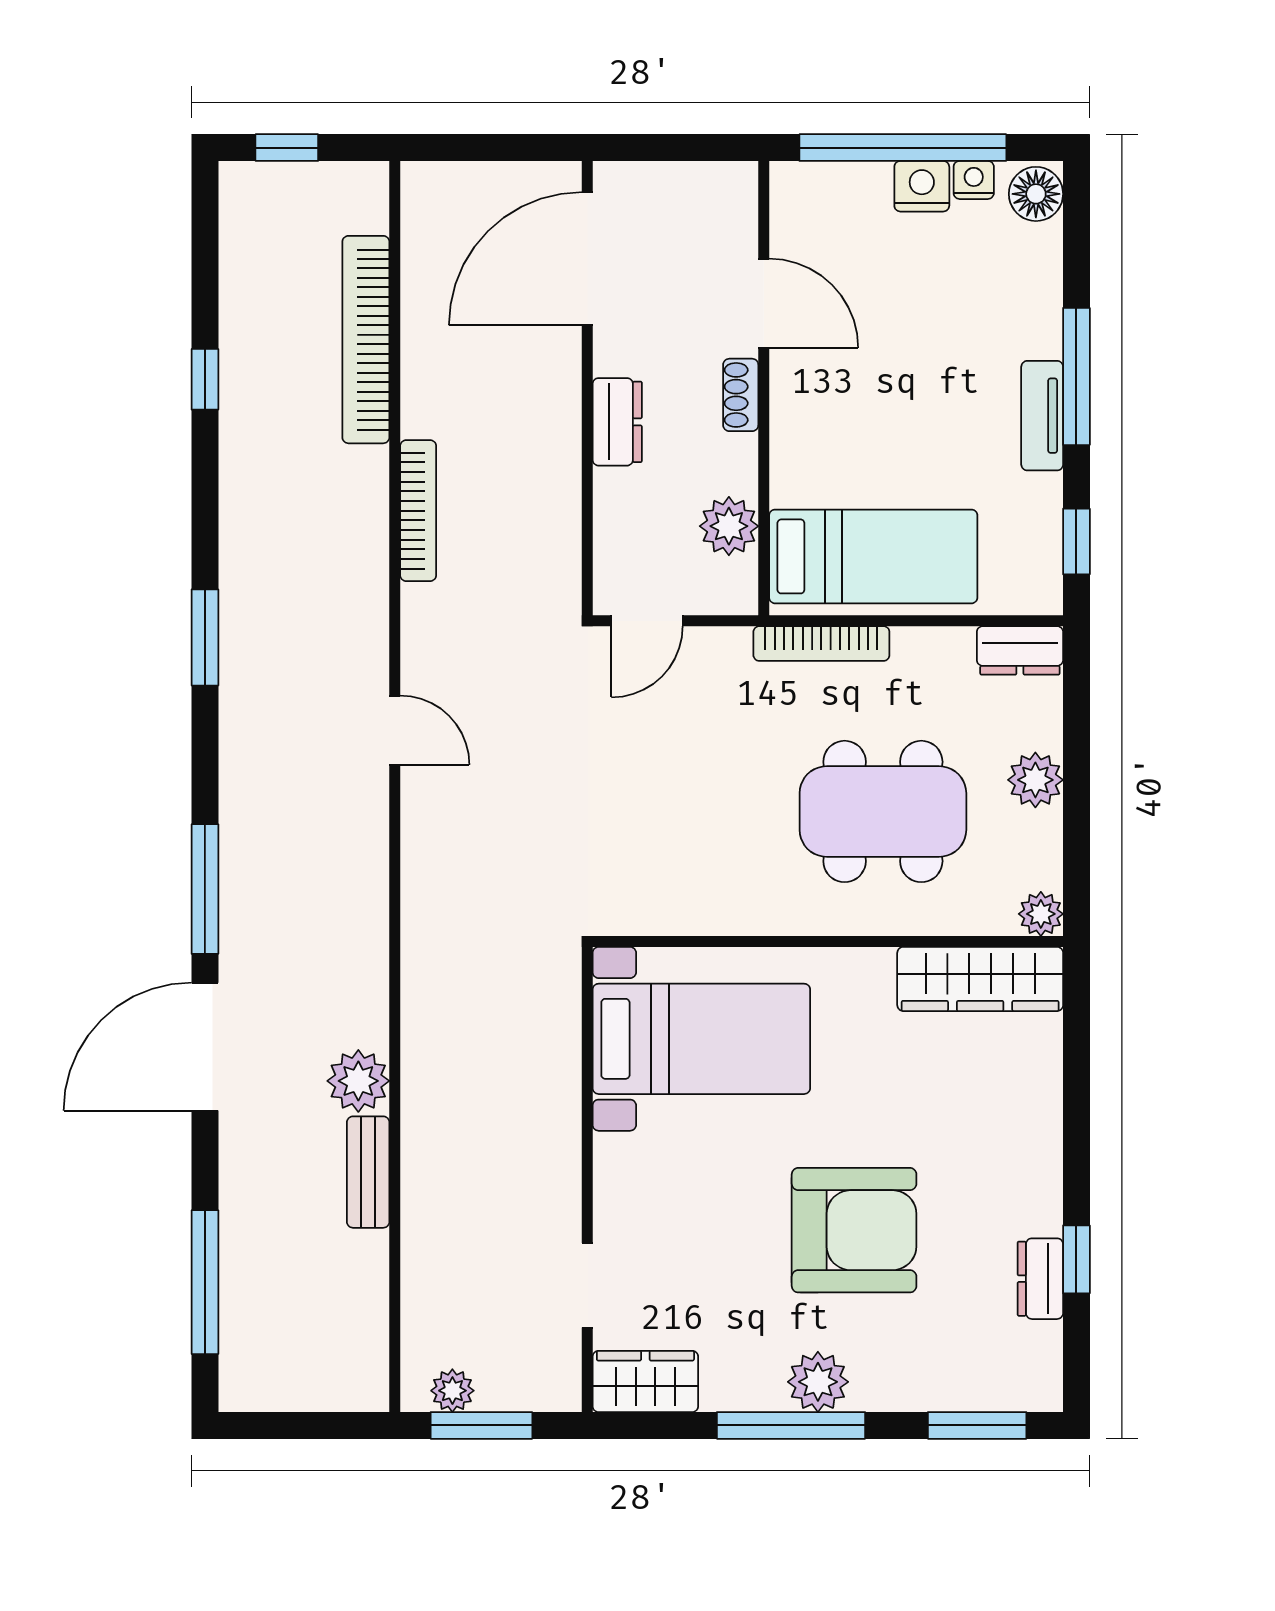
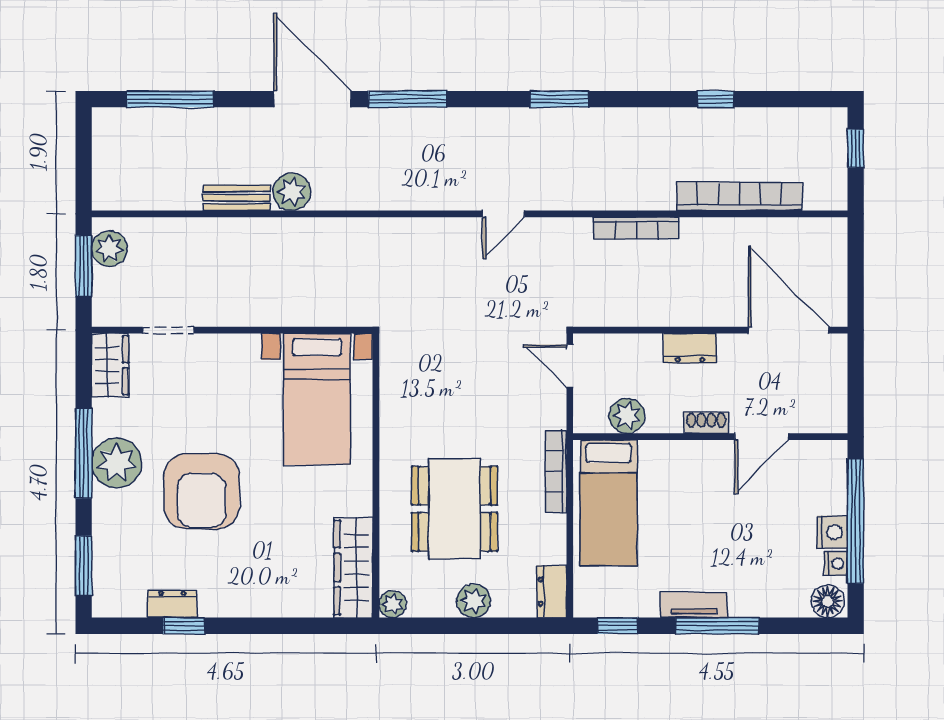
plant: (818, 1382) -> (117, 463), width x1.36, depth x1.36
plant: (452, 1391) -> (110, 249), width x1.38, depth x1.38

